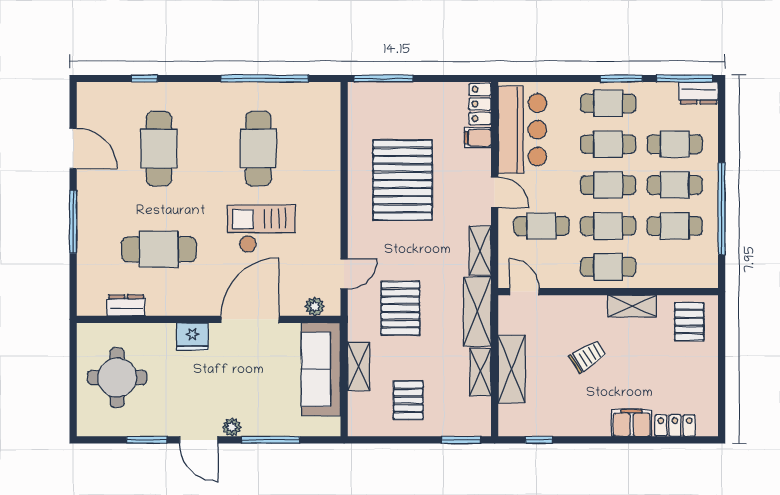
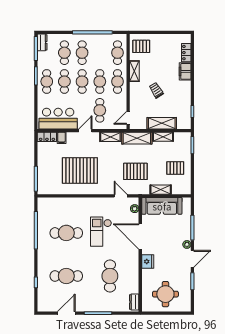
cafe table: (675, 226) -> (117, 53), moved
dresser: (126, 305) -> (134, 302), moved

